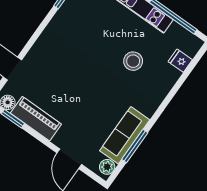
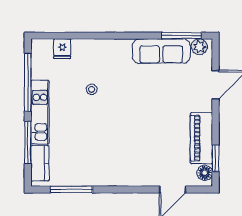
stool: (133, 61) -> (92, 89), width x0.53, depth x0.53
window: (135, 146) -> (182, 36), moved

